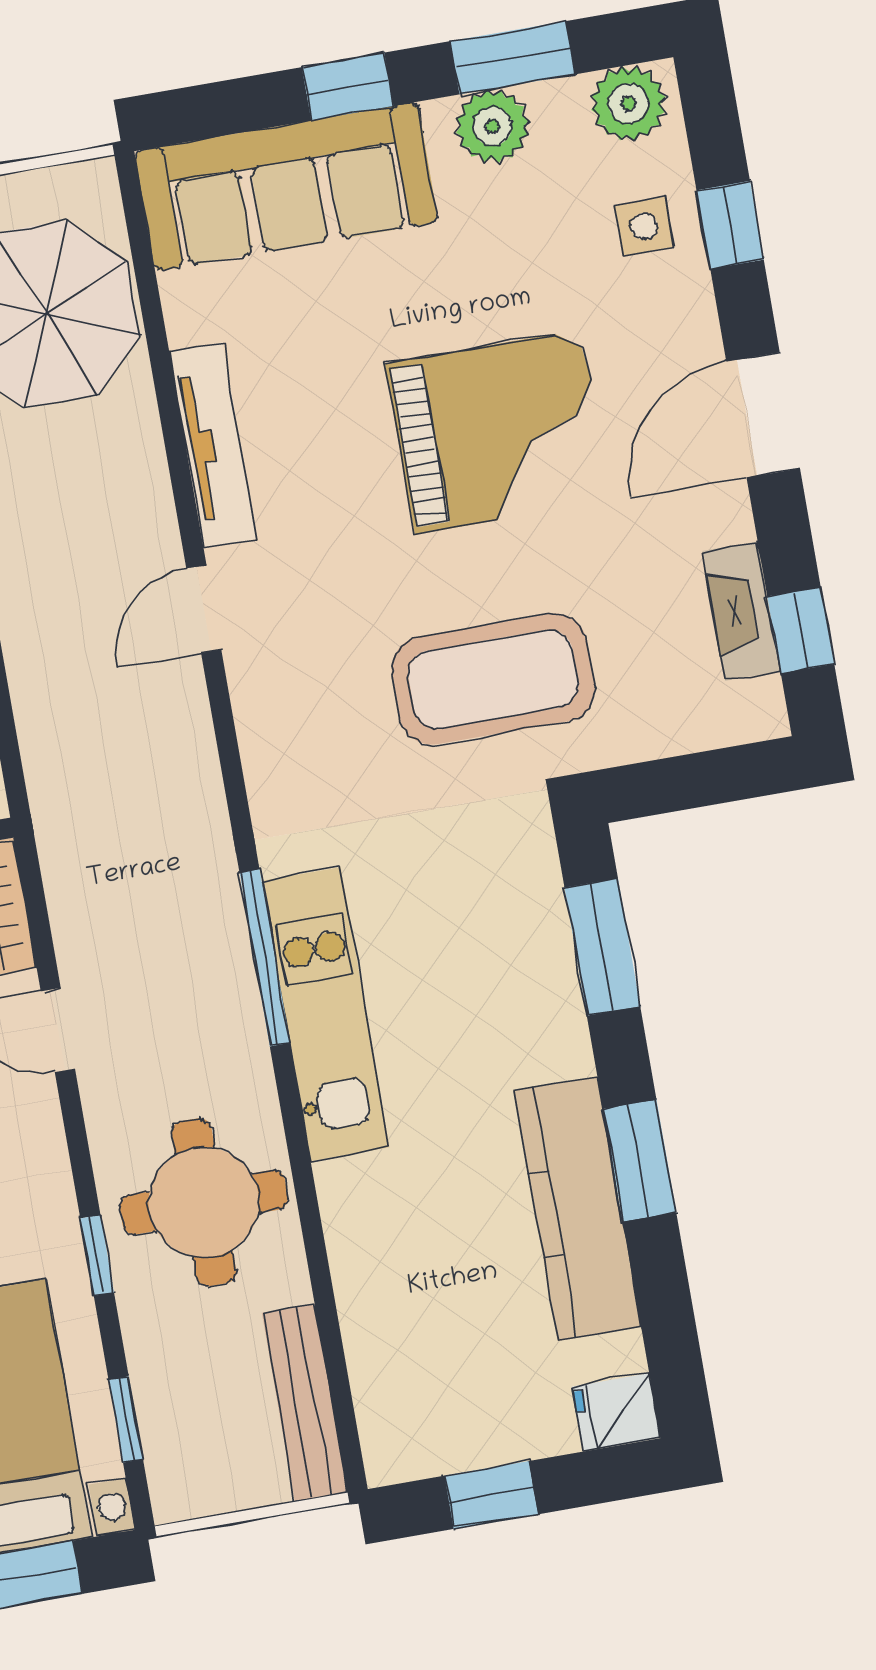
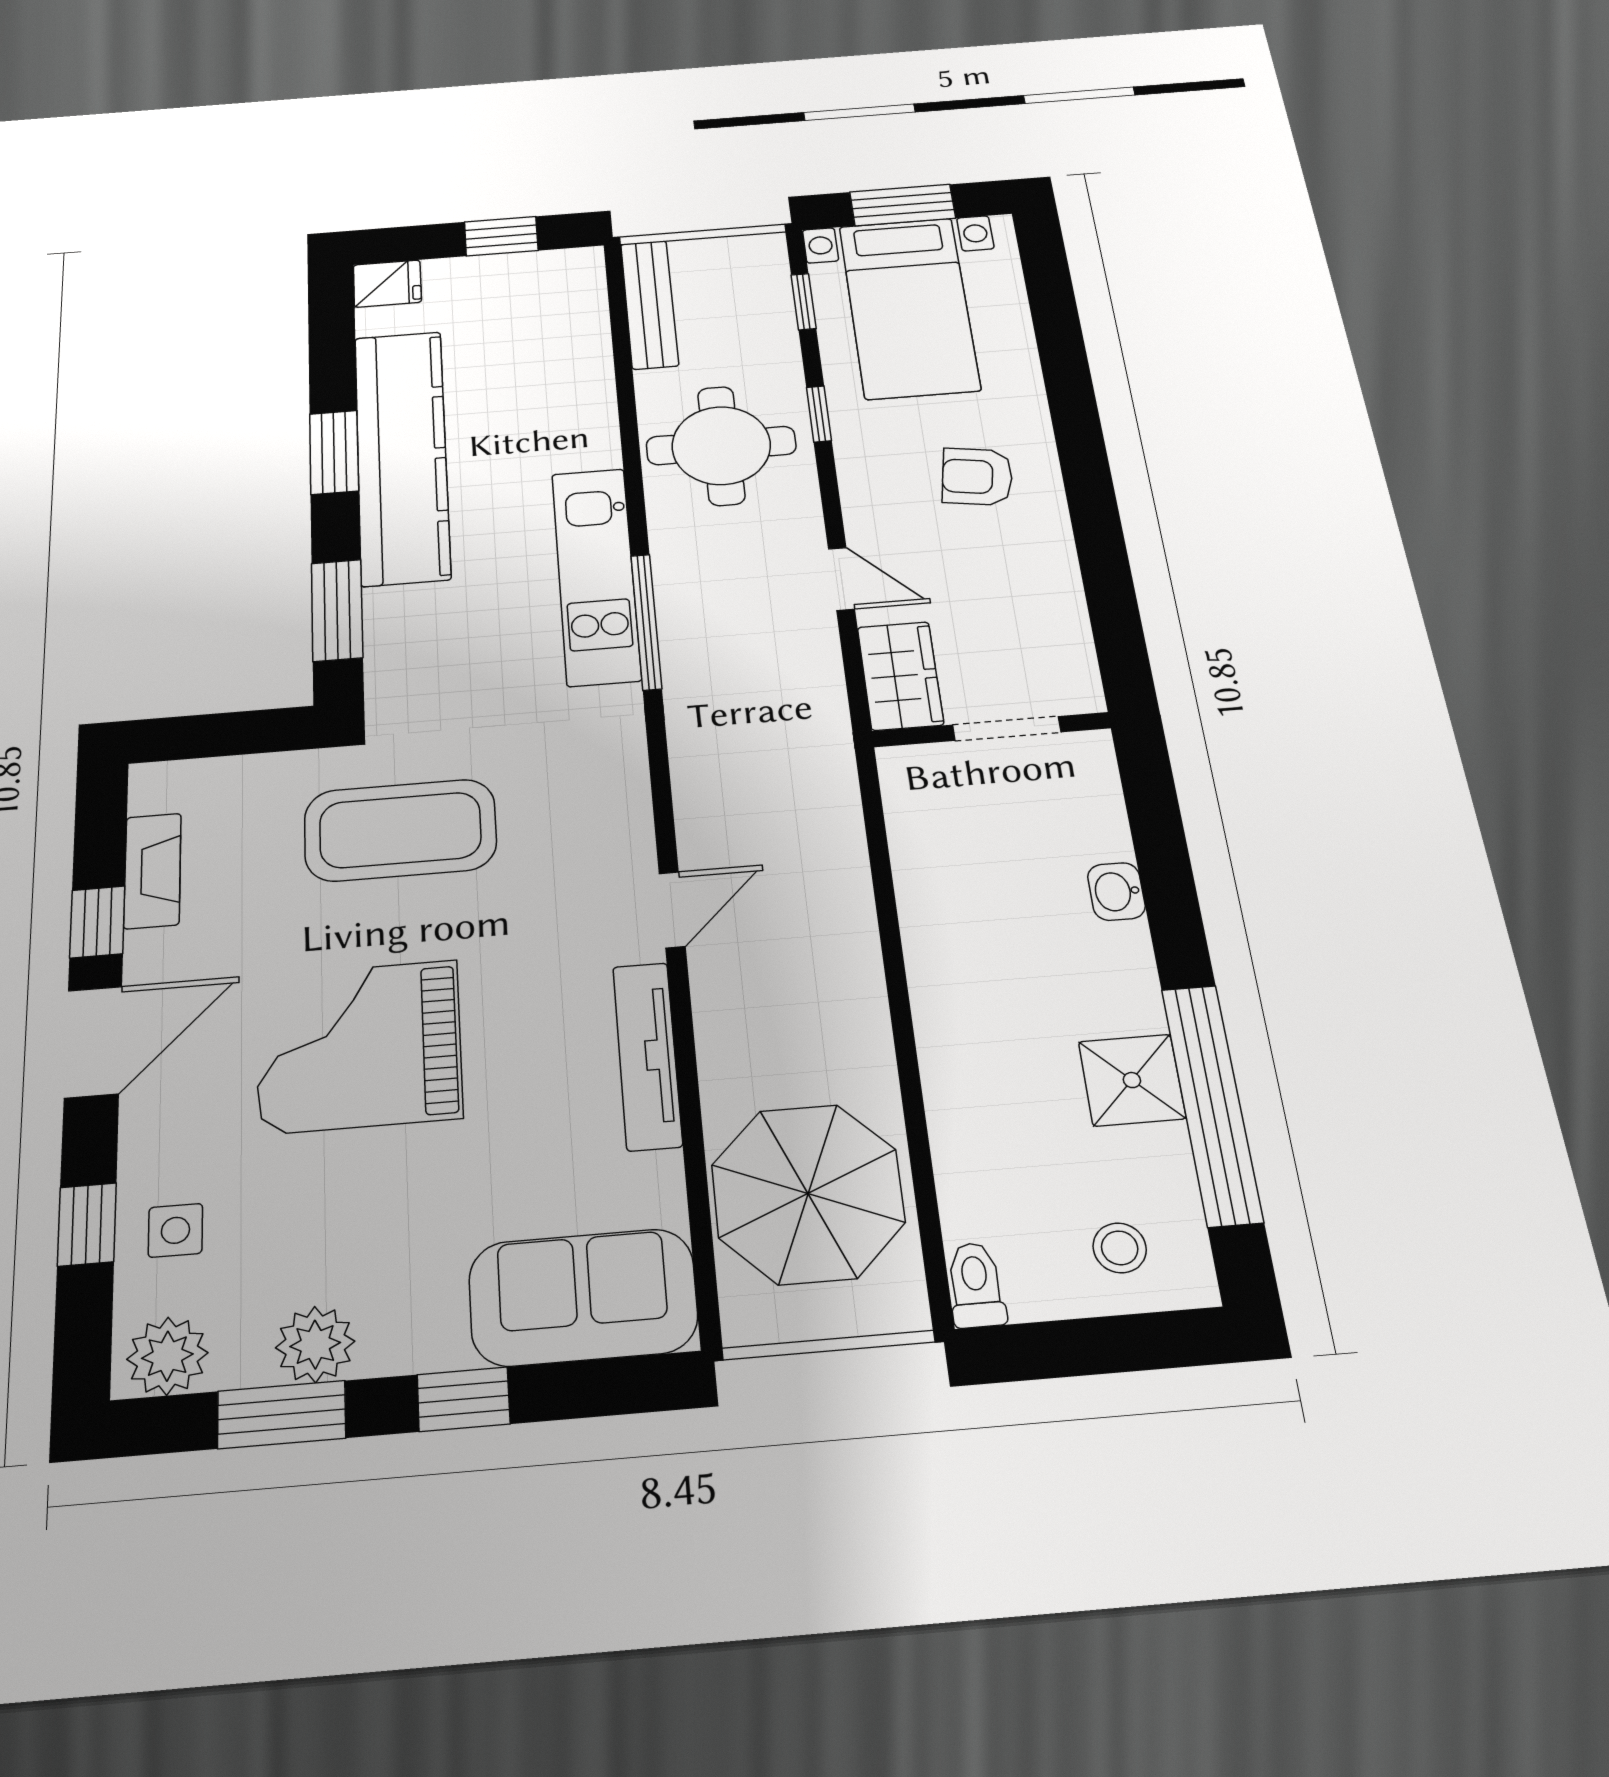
sofa: (286, 187) -> (583, 1297), width x0.73
window: (801, 630) -> (97, 922), moved
kitchen counter: (578, 1209) -> (402, 456), width x1.39, depth x1.17

